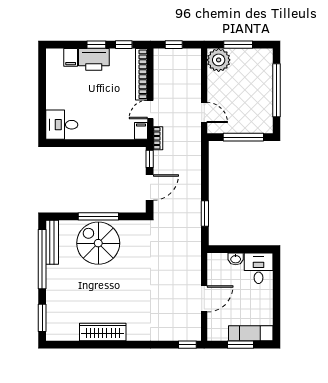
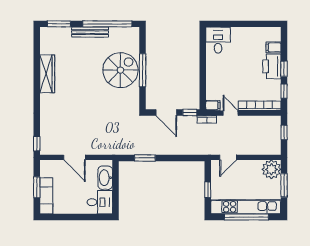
kitchen unit: (264, 91) -> (246, 207), added
window: (243, 137) -> (208, 190), width x0.46
bench: (52, 242) -> (90, 32), moved
washbasin: (236, 259) -> (105, 178), width x1.91, depth x1.45

